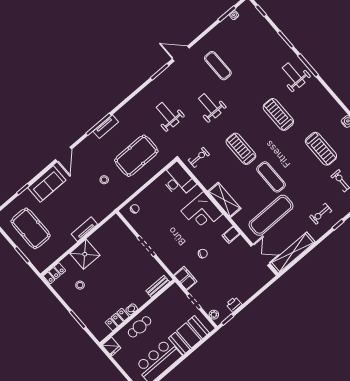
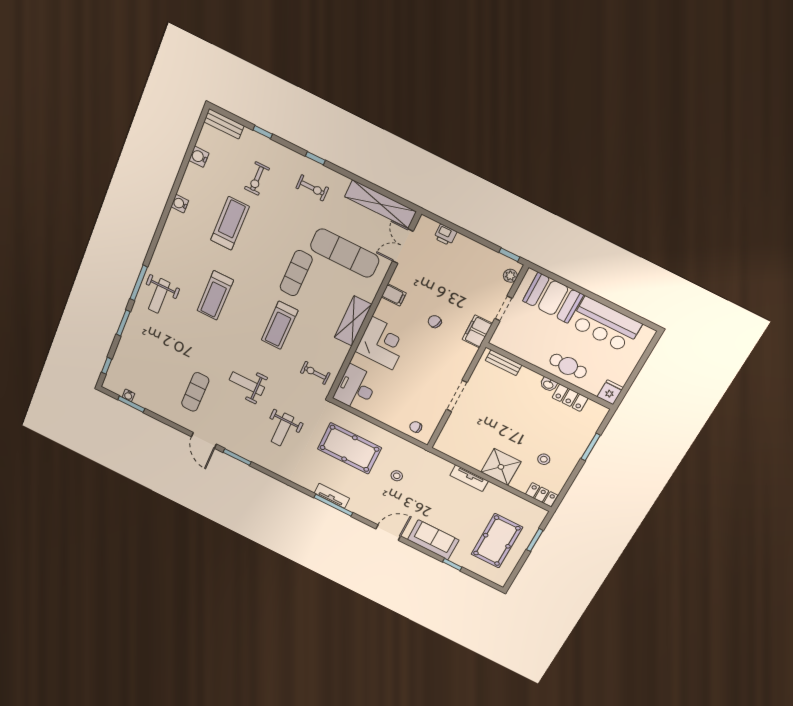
weight bench: (210, 106) -> (247, 384), turned 90
printer: (234, 304) -> (445, 235), moved

